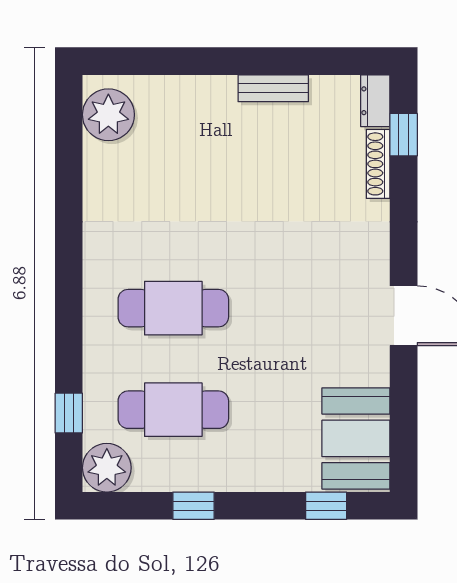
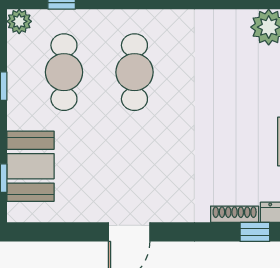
booth: (356, 438) -> (30, 166), moved, turned 90
plant: (107, 468) -> (19, 21), width x0.73, depth x0.73

